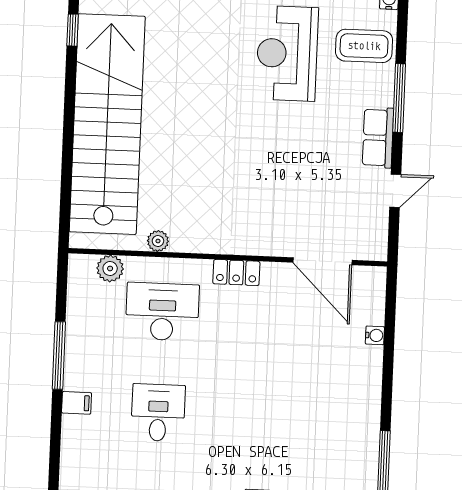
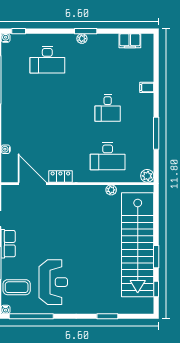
window: (70, 98) -> (156, 257), added
plant: (110, 268) -> (147, 176), moved
locker: (236, 272) -> (60, 176), moved
filing cabinet: (77, 403) -> (147, 87), moved

